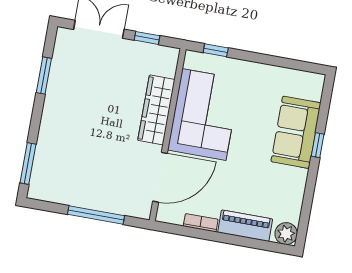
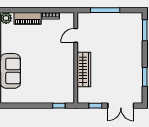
corner sofa: (204, 115) -> (59, 72), removed
door: (160, 177) -> (76, 35), width x0.53

